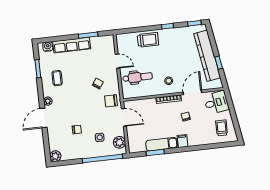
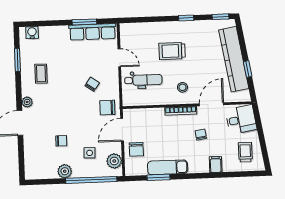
trolley: (148, 40) -> (172, 51), moved, turned 180
row of seats: (72, 45) -> (92, 32), moved
door: (124, 117) -> (122, 130), swing flipped
chair: (136, 132) -> (136, 149), added
filing cabinet: (183, 141) -> (216, 164), moved
plant: (55, 156) -> (65, 171), moved

